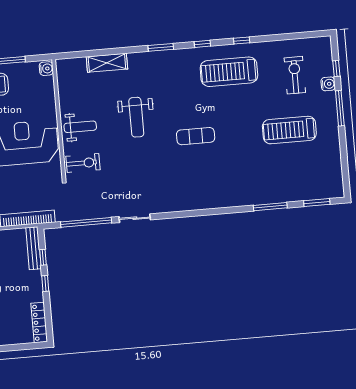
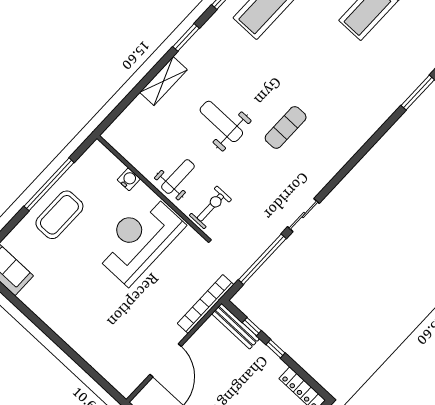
shelving: (107, 63) -> (163, 81), moved
water cooler: (46, 69) -> (129, 179), moved
weight bench: (136, 117) -> (221, 121), turned 180
exercise mat: (196, 136) -> (286, 127), moved

